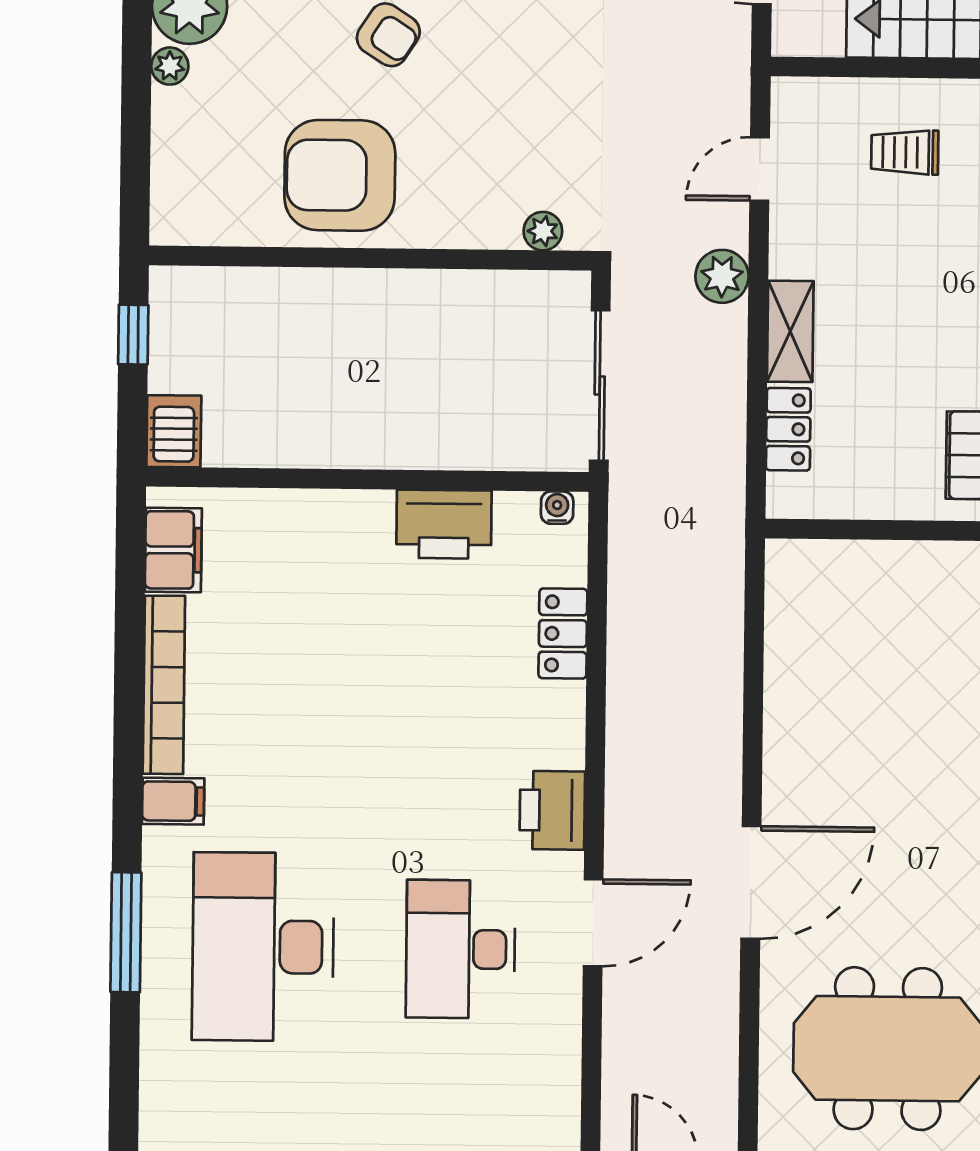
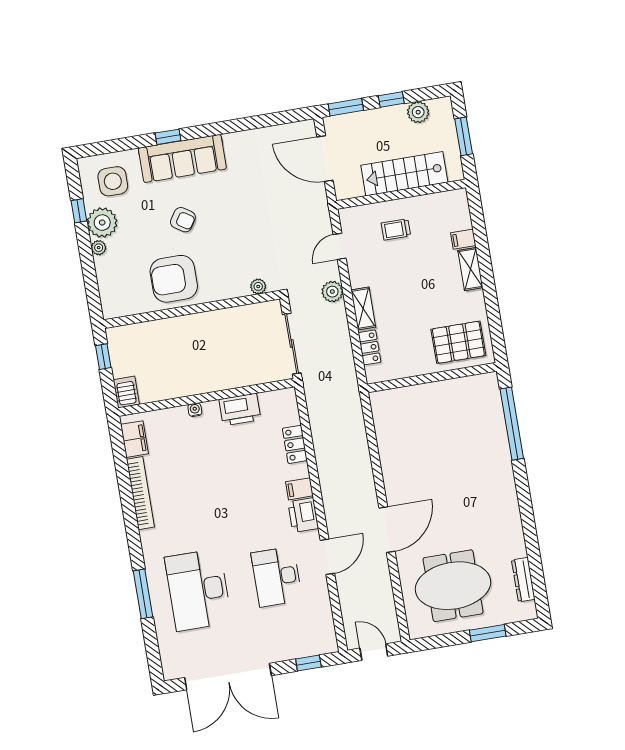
water cooler: (557, 508) -> (195, 410), moved
filing cabinet: (173, 801) -> (299, 489), moved, turned 180

